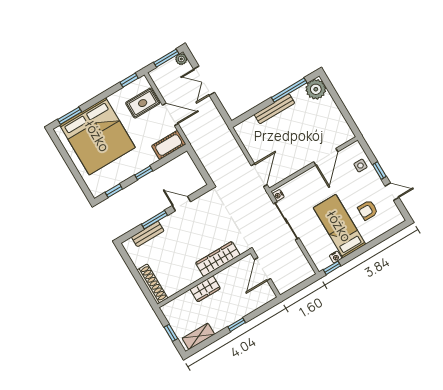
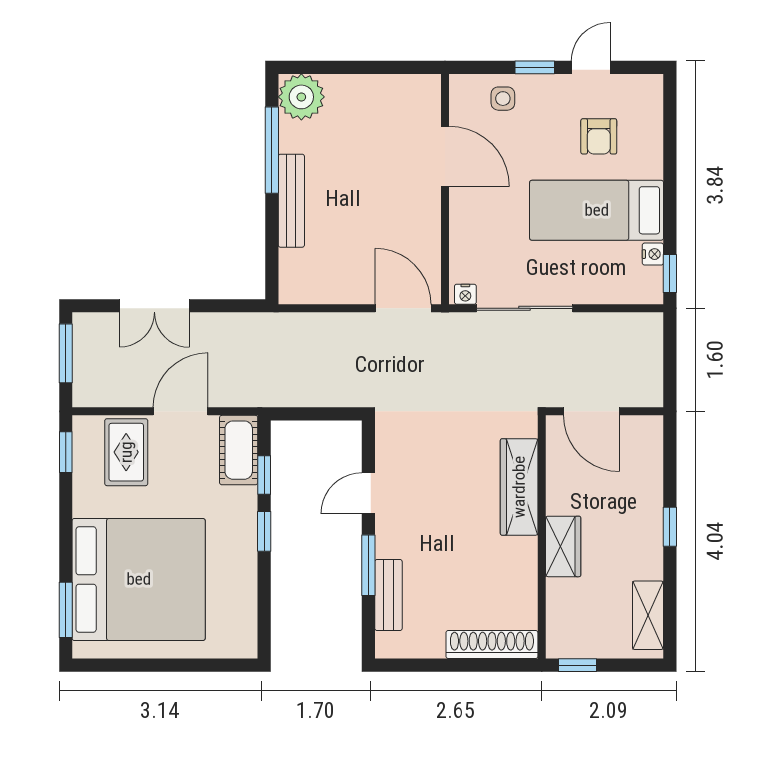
plant: (181, 59) -> (85, 325), removed
window: (114, 191) -> (264, 475), moved
window: (171, 333) -> (577, 665), moved

